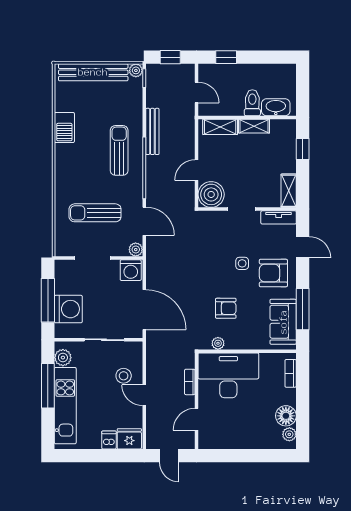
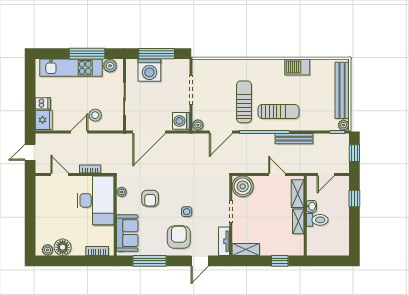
washbasin: (276, 107) -> (311, 206), moved, width x0.52, depth x0.69
door: (197, 170) -> (277, 174), moved
sun lounger: (95, 213) -> (244, 102), moved
sofa: (283, 322) -> (127, 233), moved, turned 90

